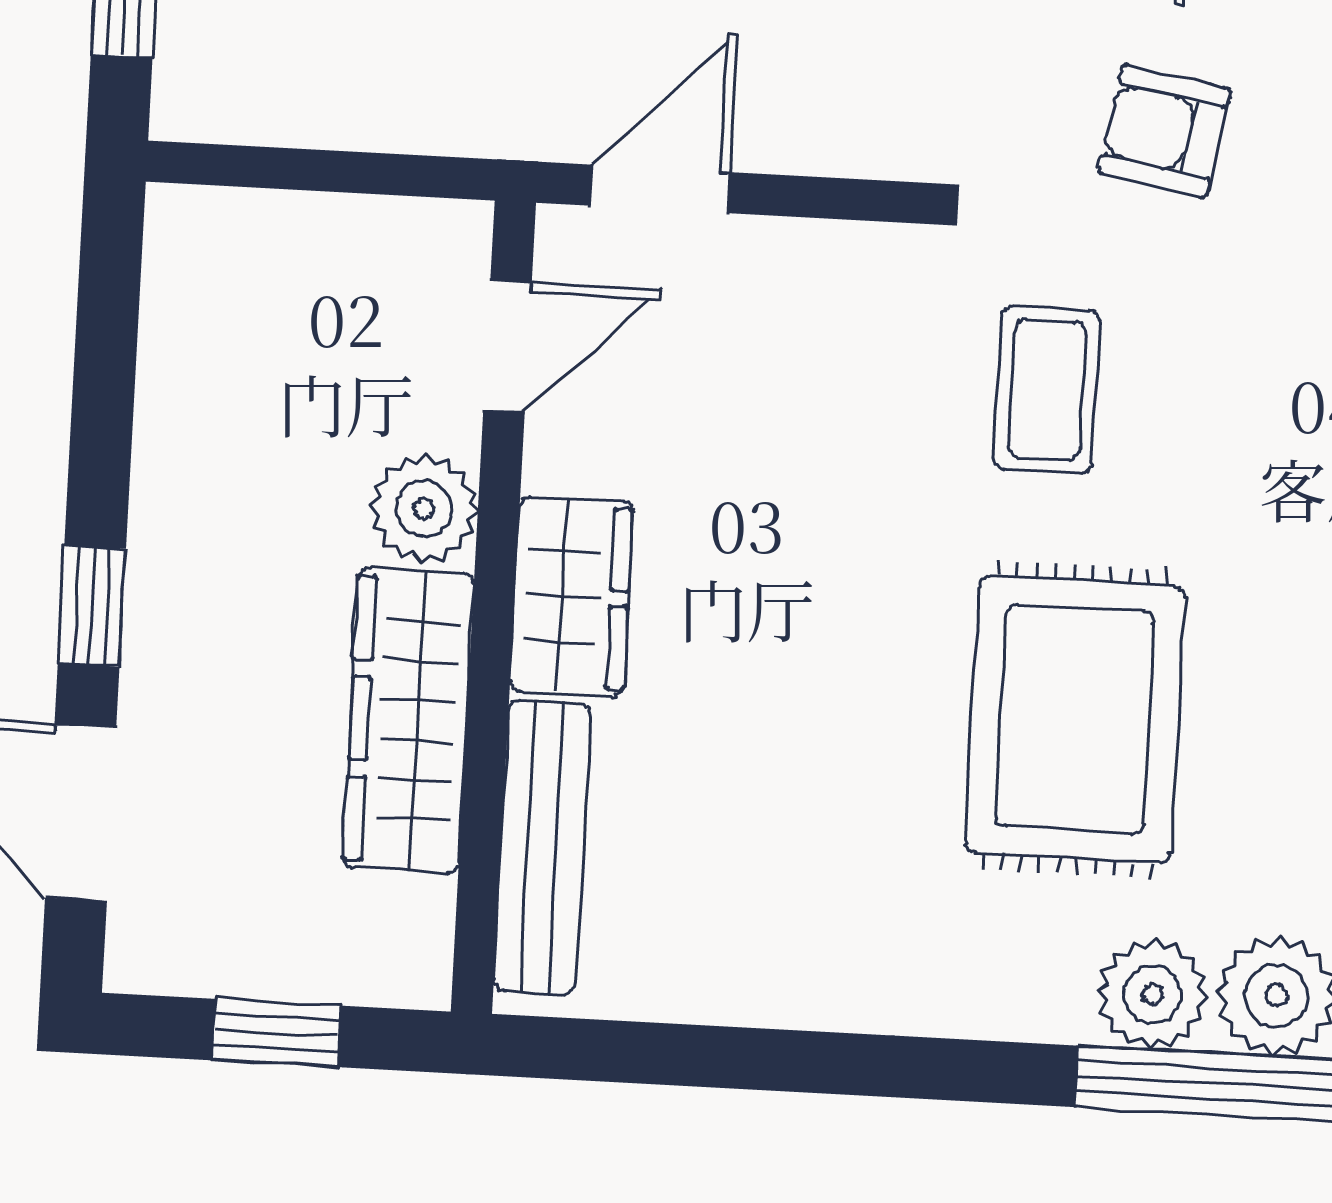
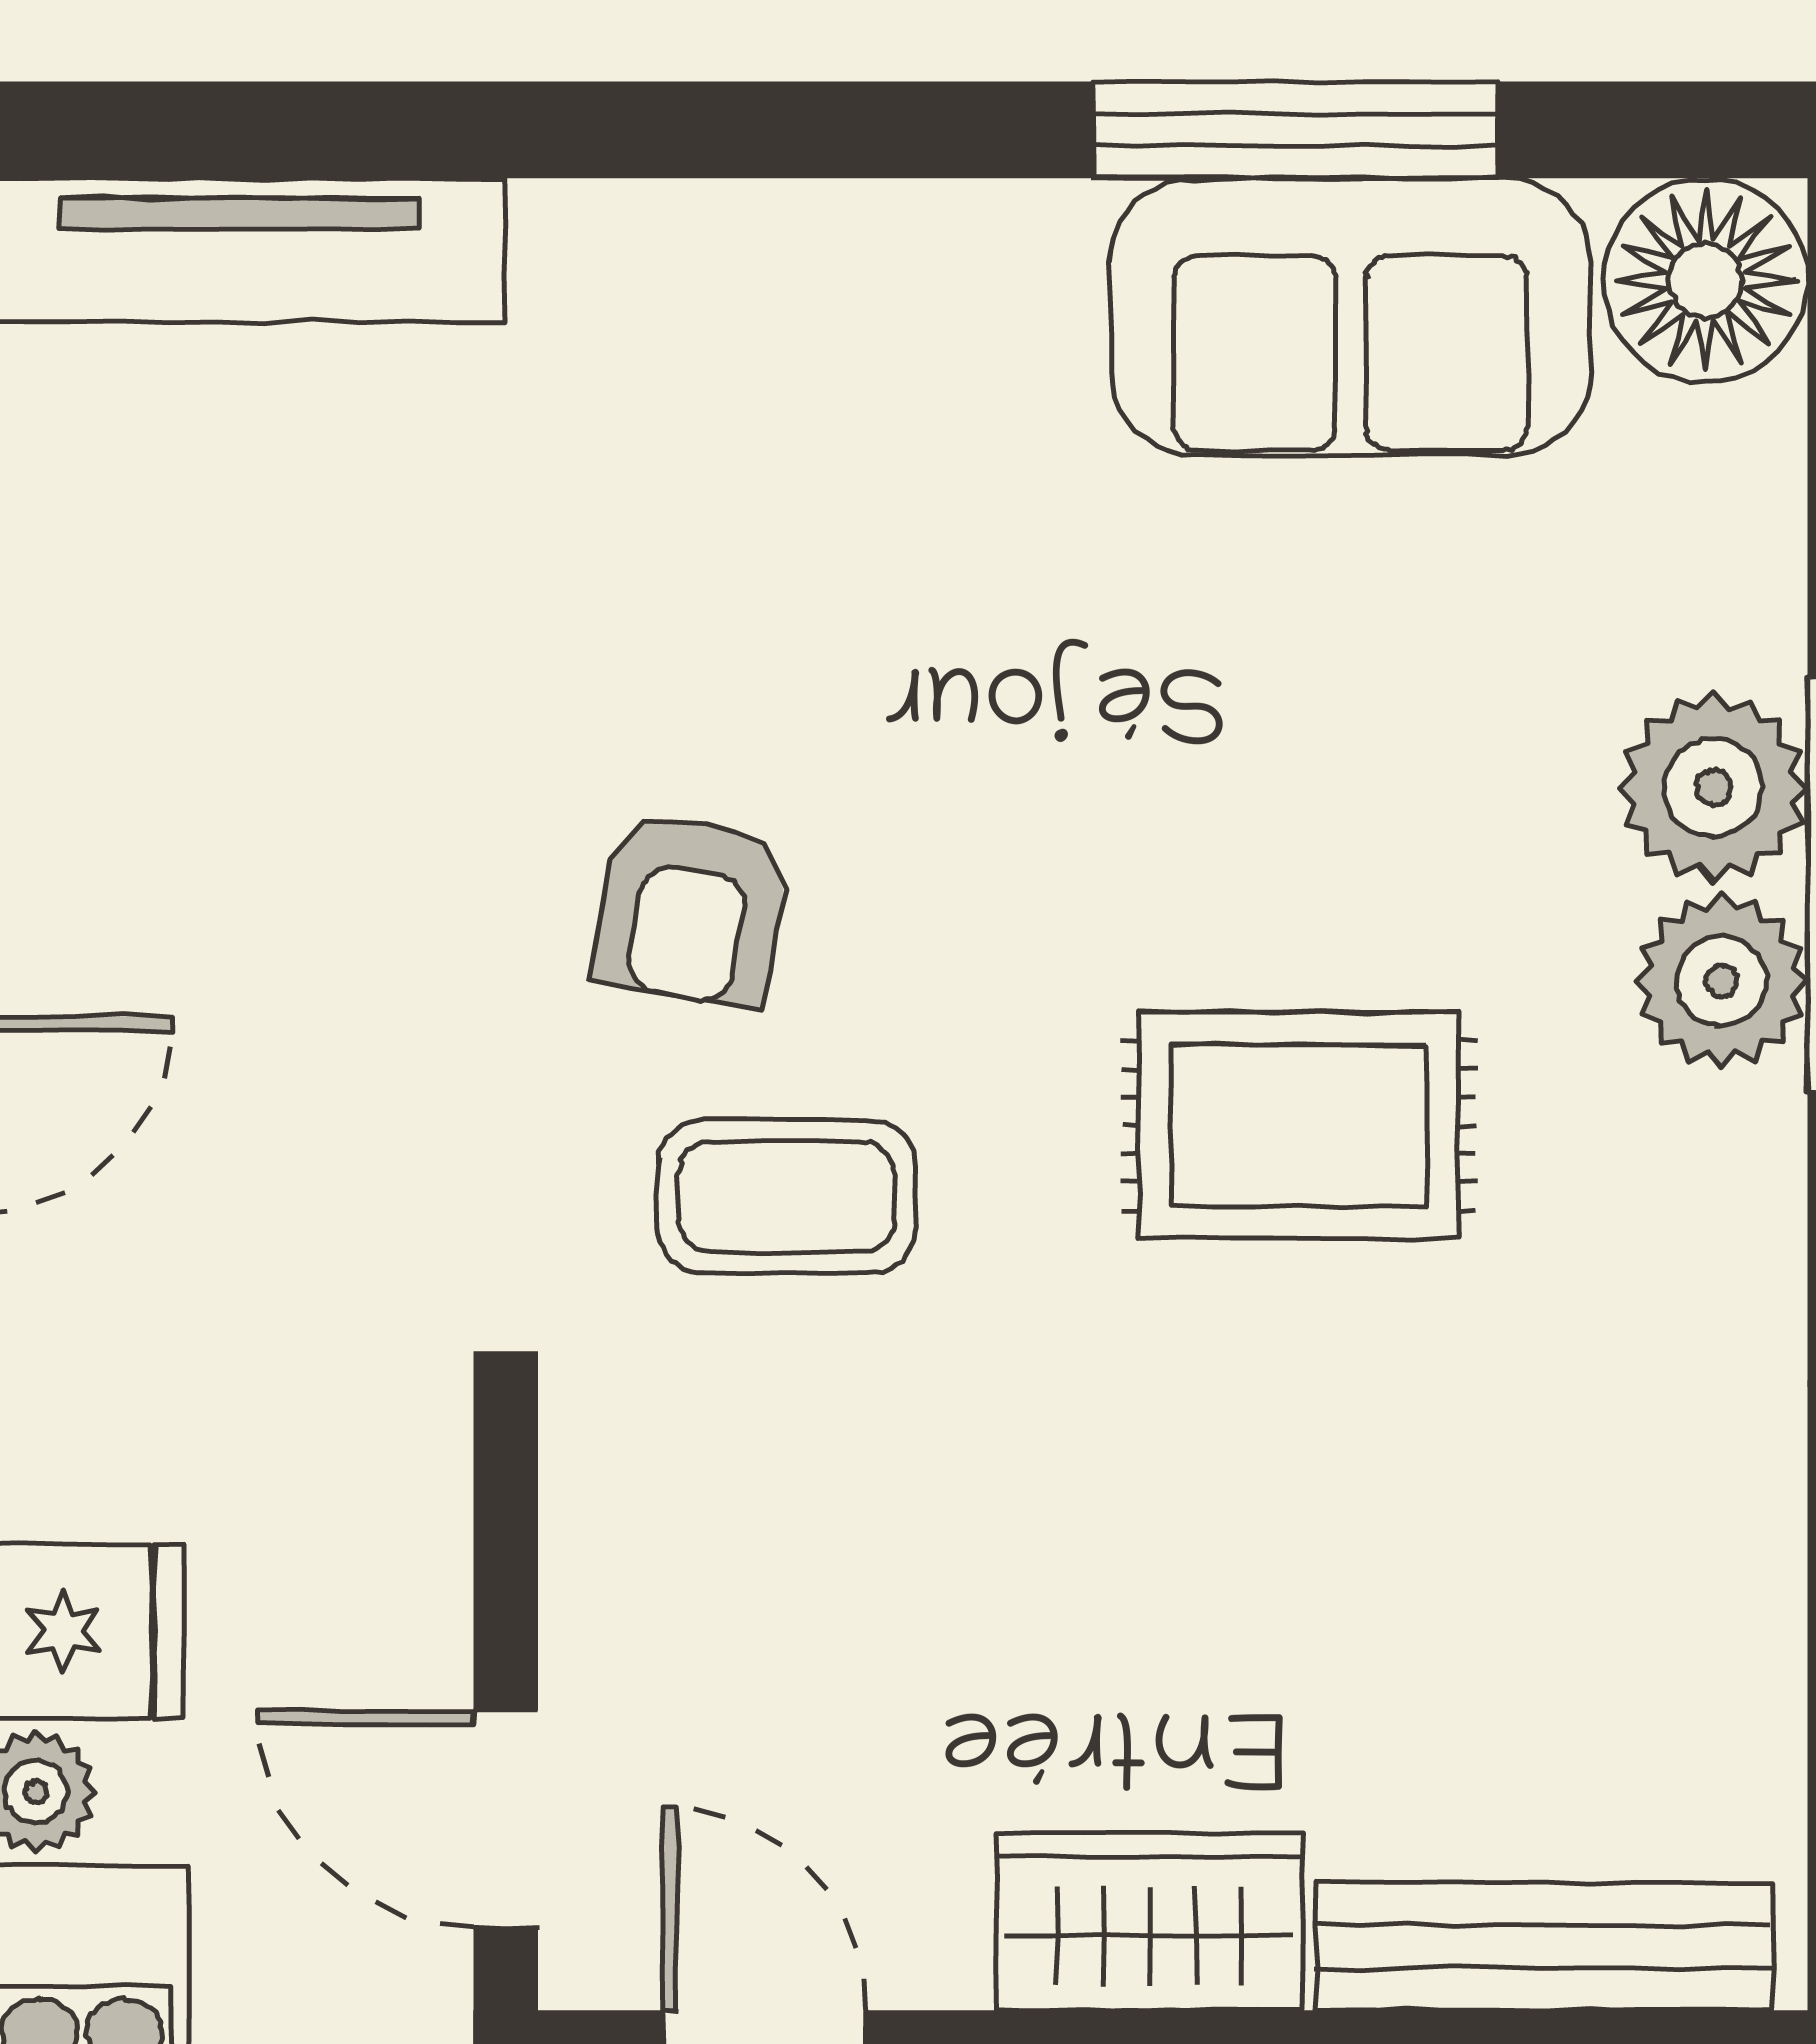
armchair: (1165, 131) -> (691, 909), moved
rug: (1075, 719) -> (1299, 1125), width x0.73, depth x0.70

